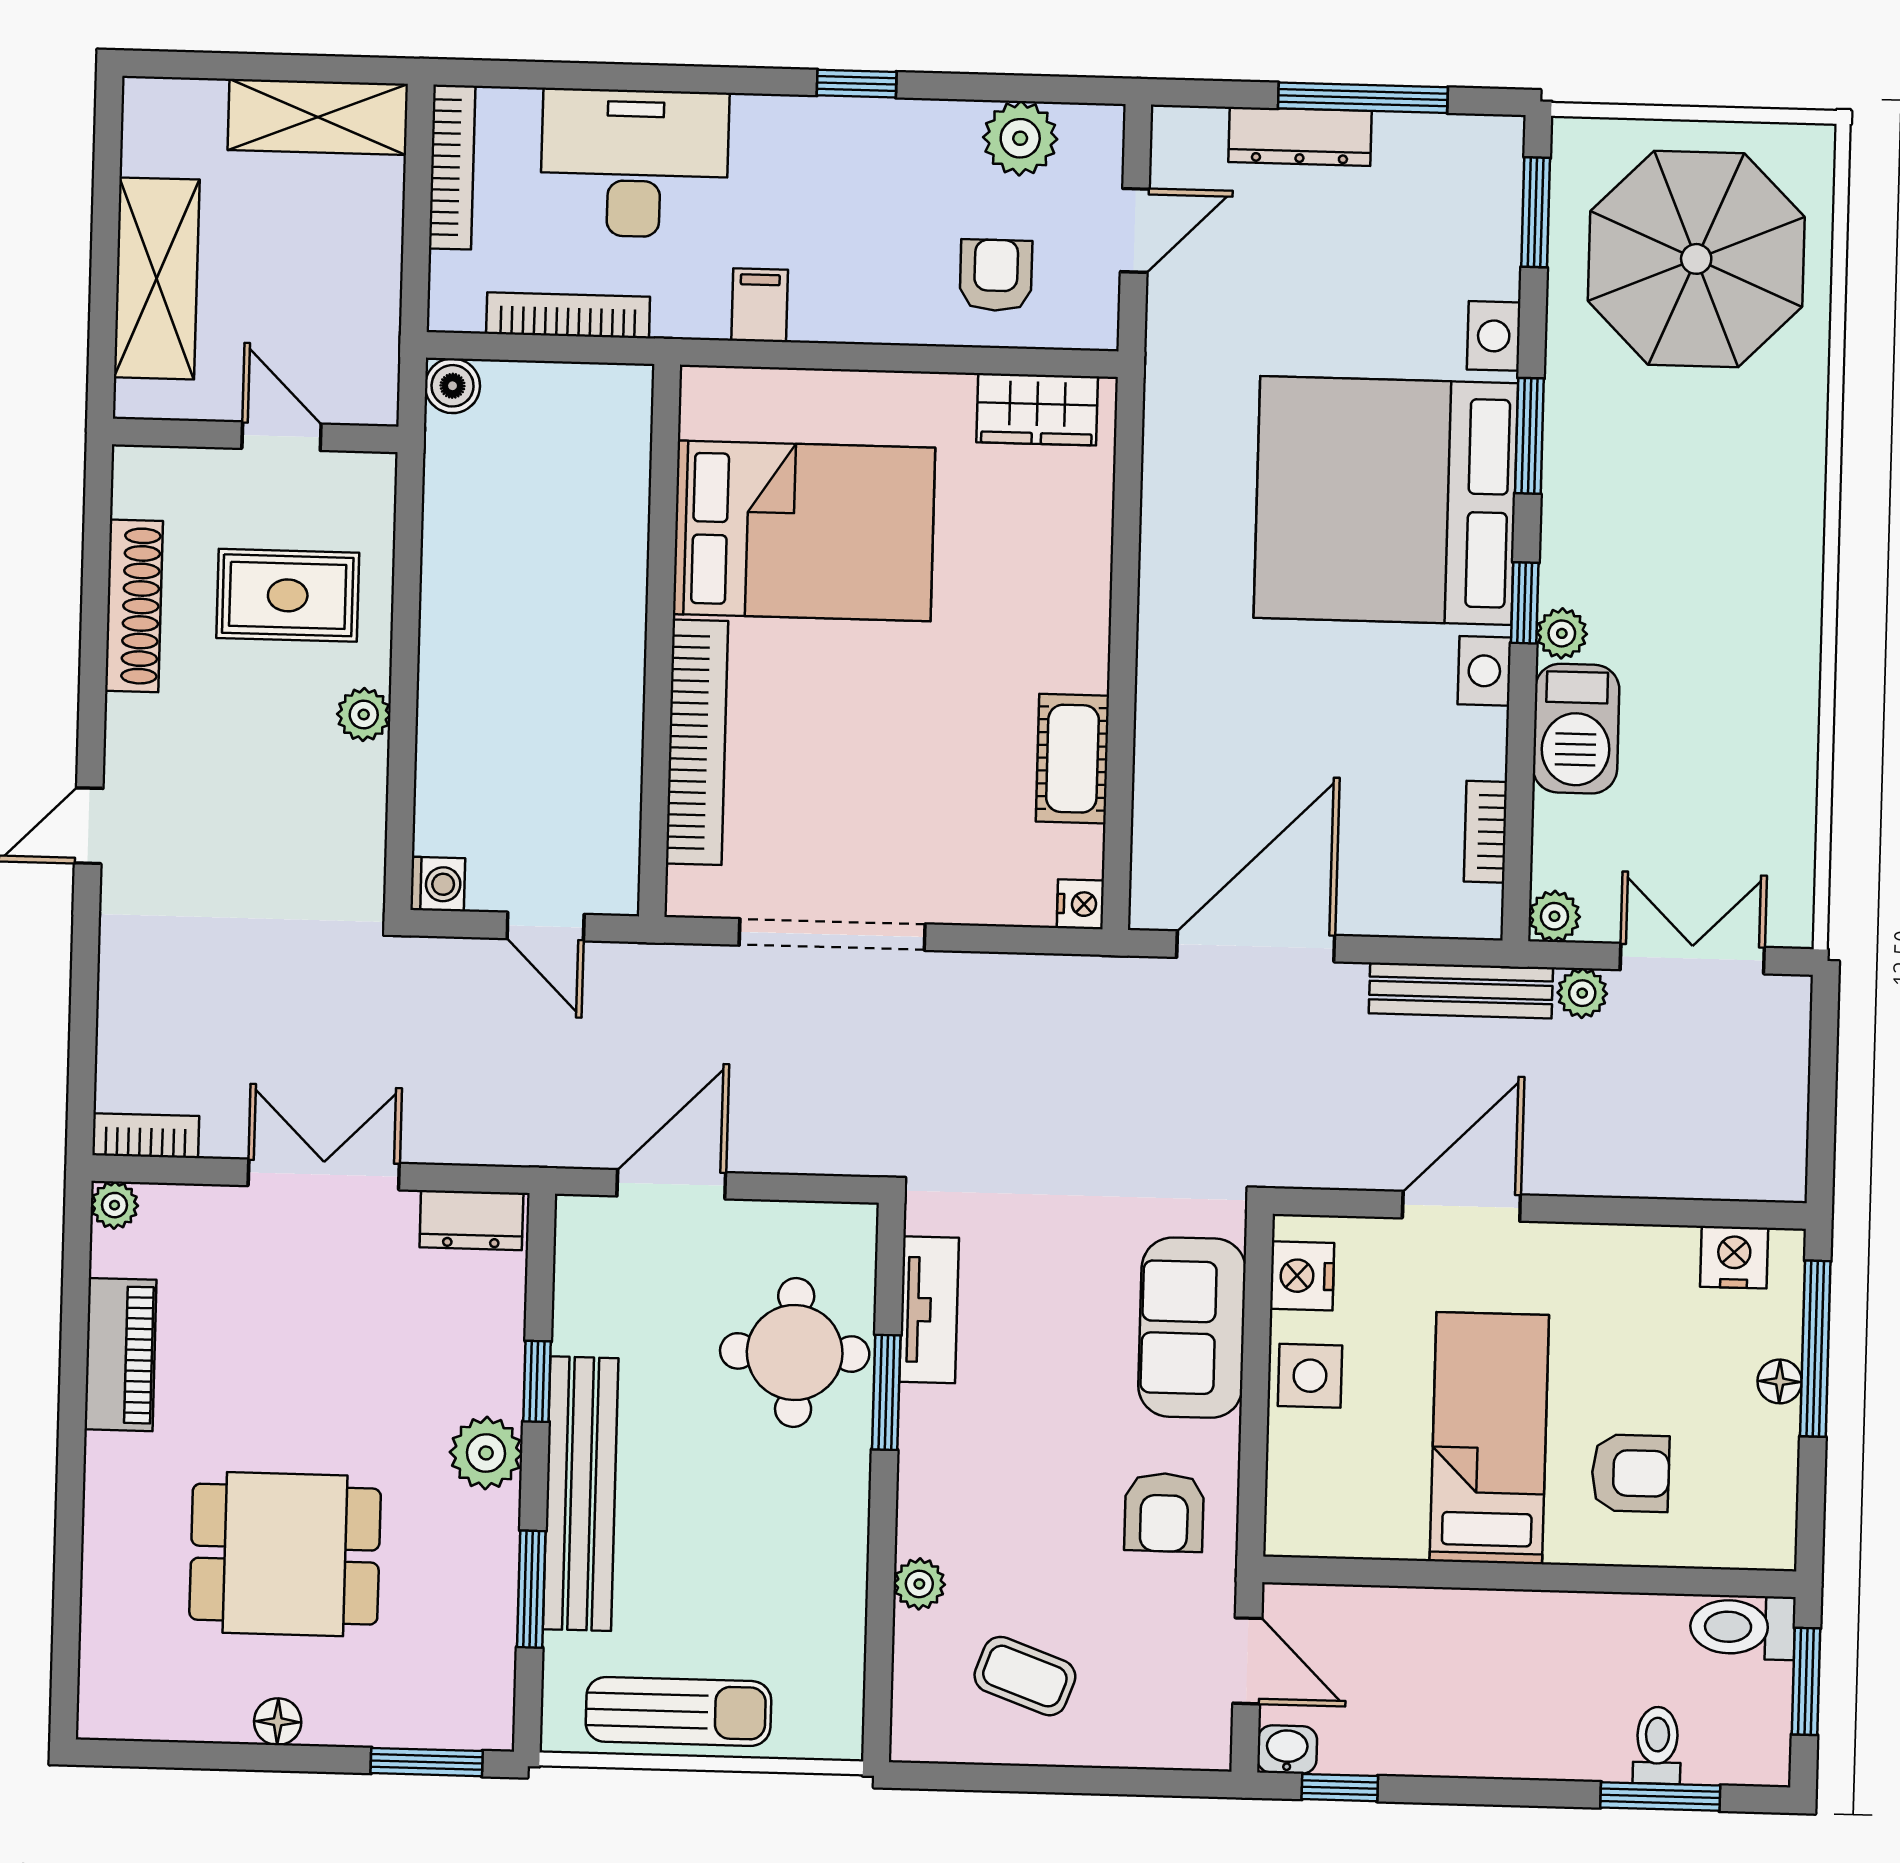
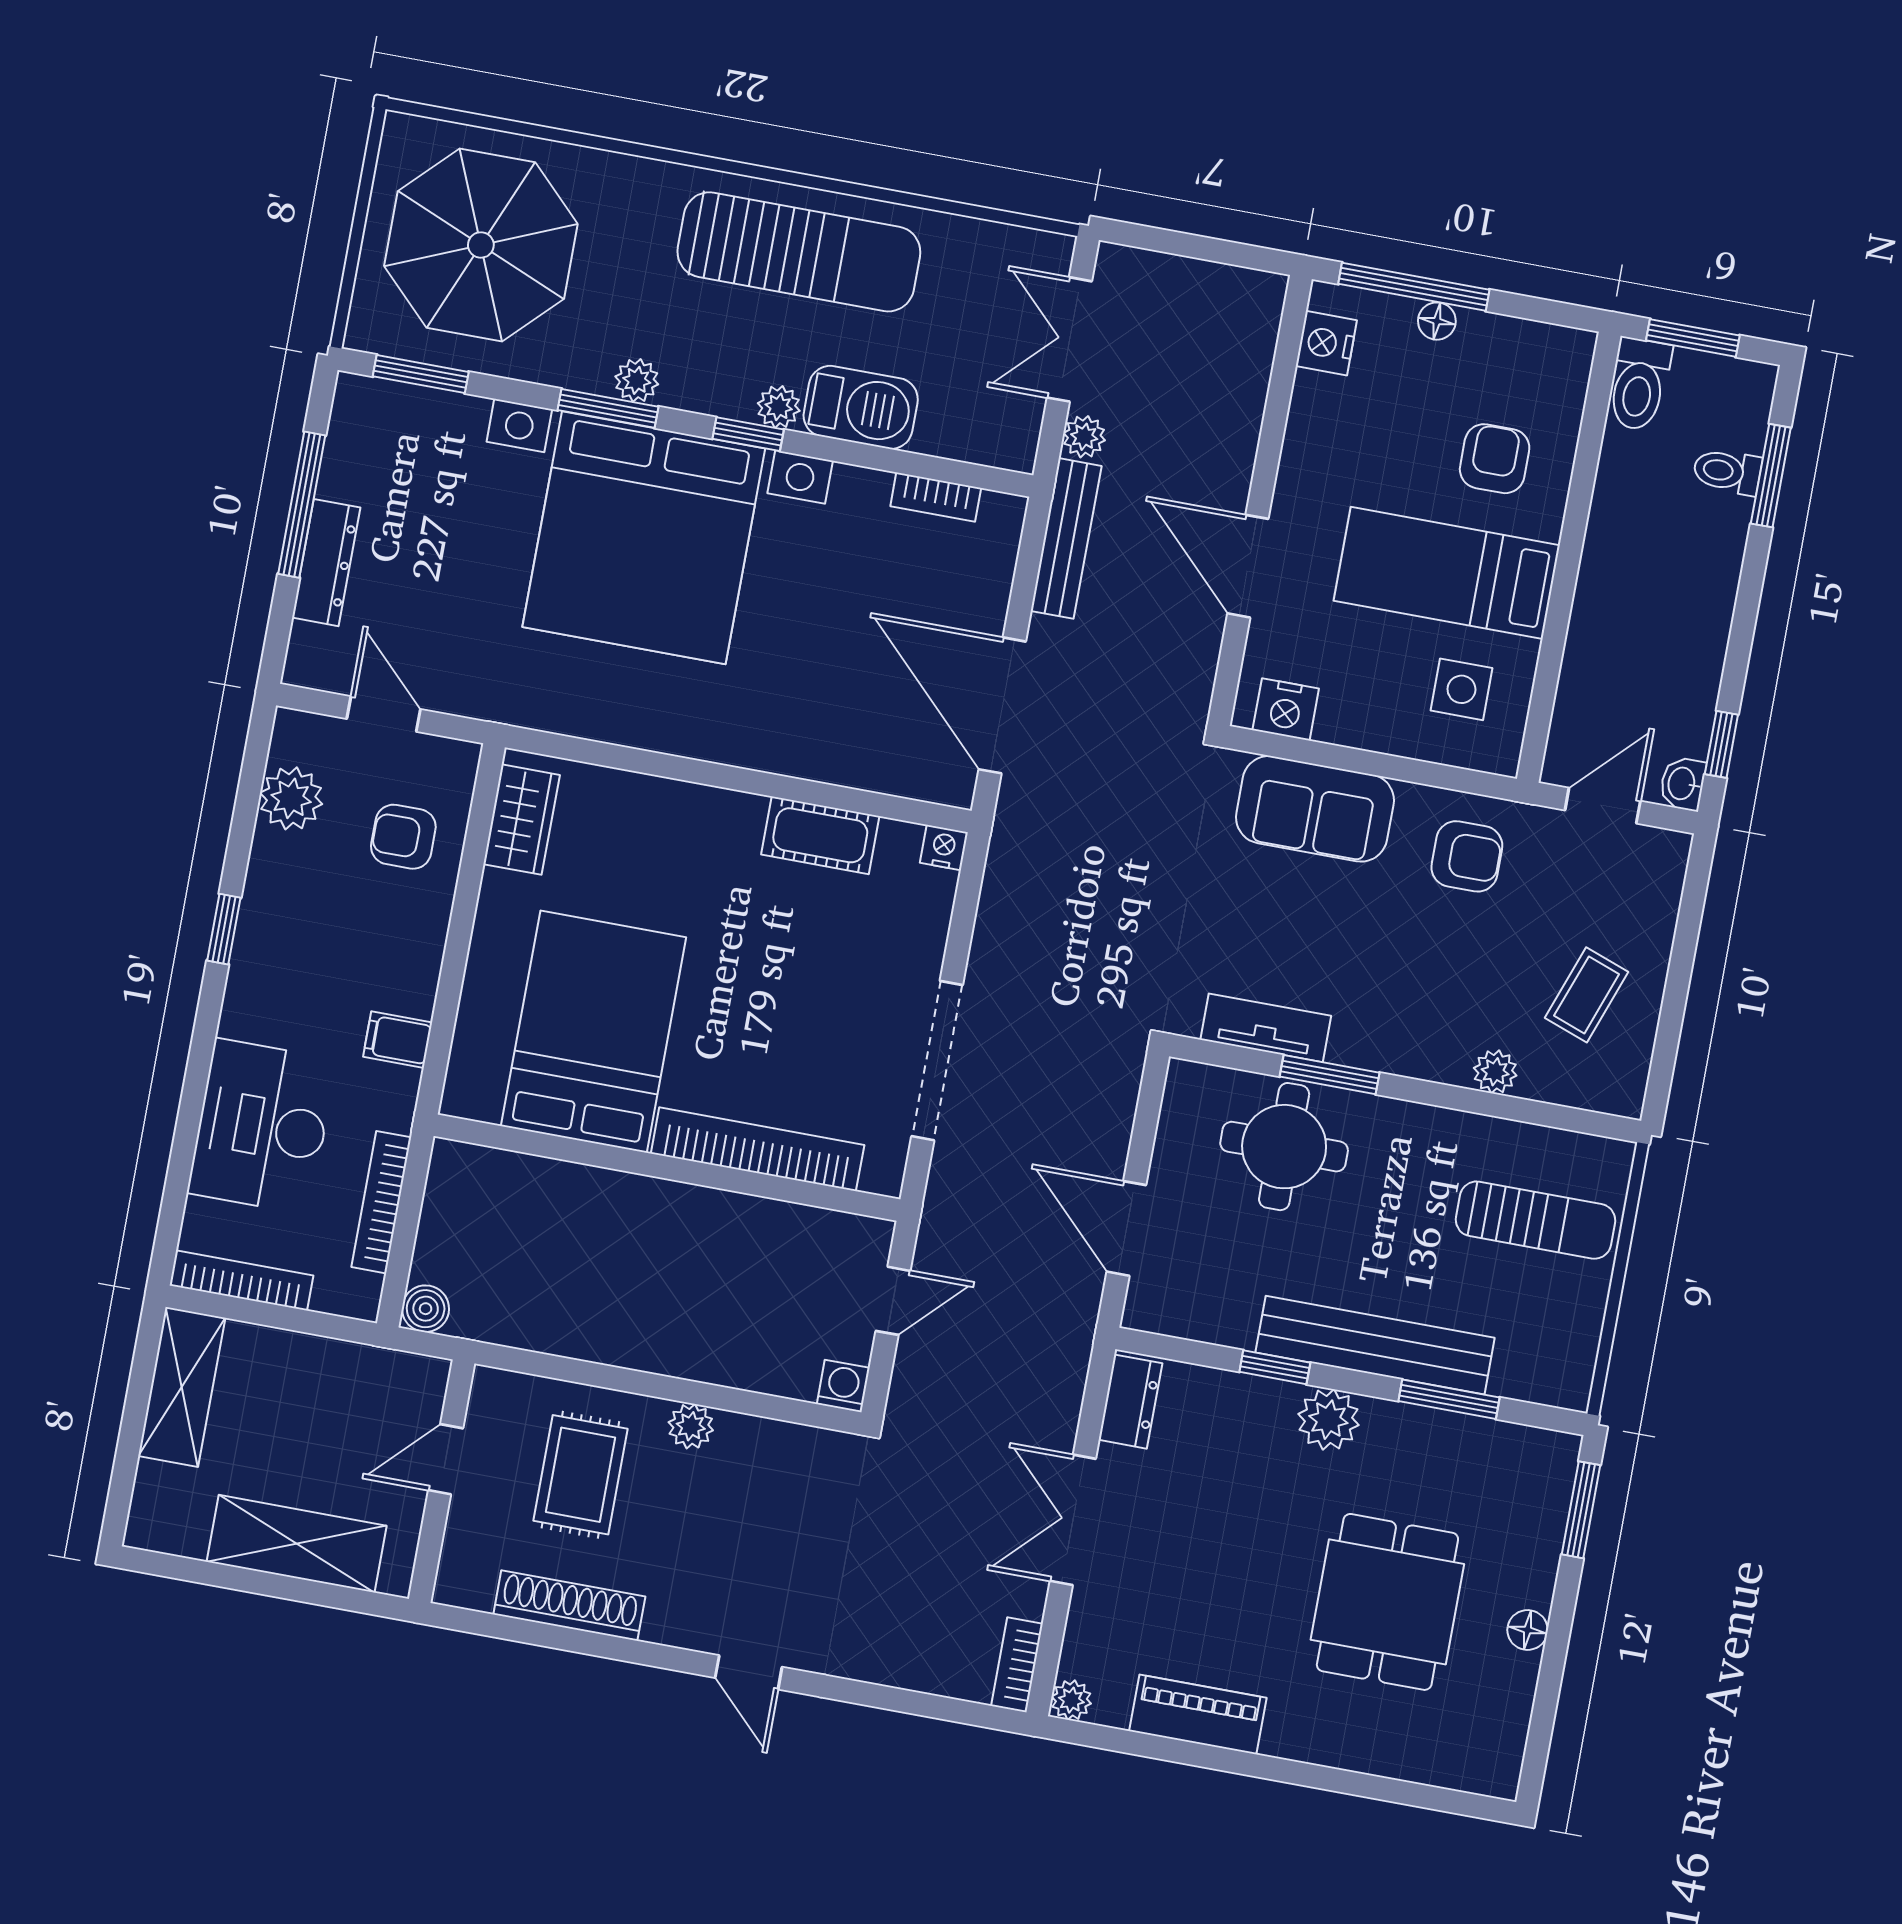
sun lounger: (1745, 629) -> (799, 252), added
plant: (1554, 916) -> (637, 380), moved
side table: (1310, 1376) -> (1461, 689), moved
sun lounger: (678, 1711) -> (1535, 1220), moved, turned 90

